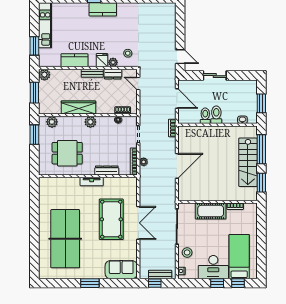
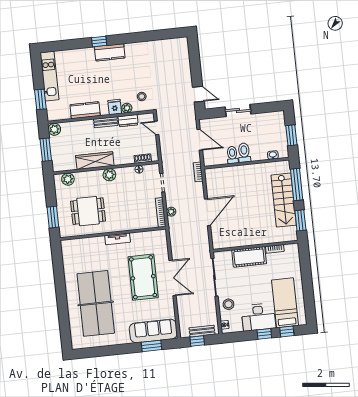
window: (34, 135) -> (53, 217), moved
dresser: (107, 170) -> (133, 225), removed
sofa: (121, 270) -> (153, 331), width x1.36
window: (90, 283) -> (151, 346), moved

